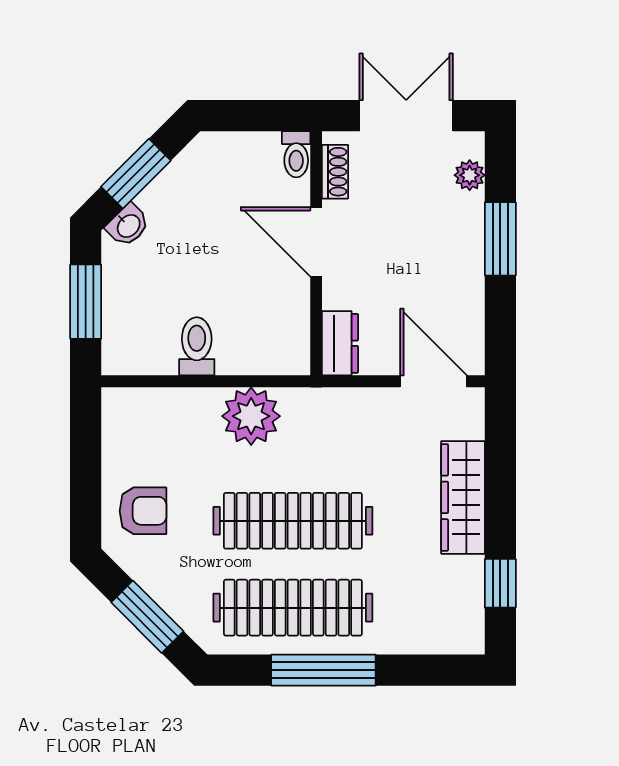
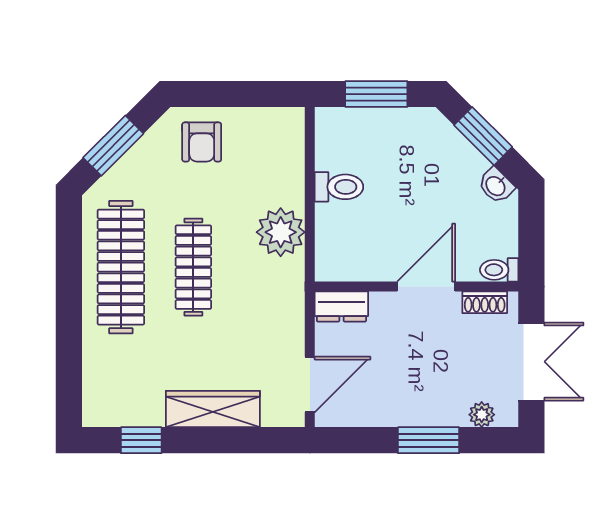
washbasin: (128, 225) -> (496, 186), moved
clothes rail: (293, 521) -> (193, 267), width x0.73, depth x0.76
window: (323, 670) -> (69, 293), removed

